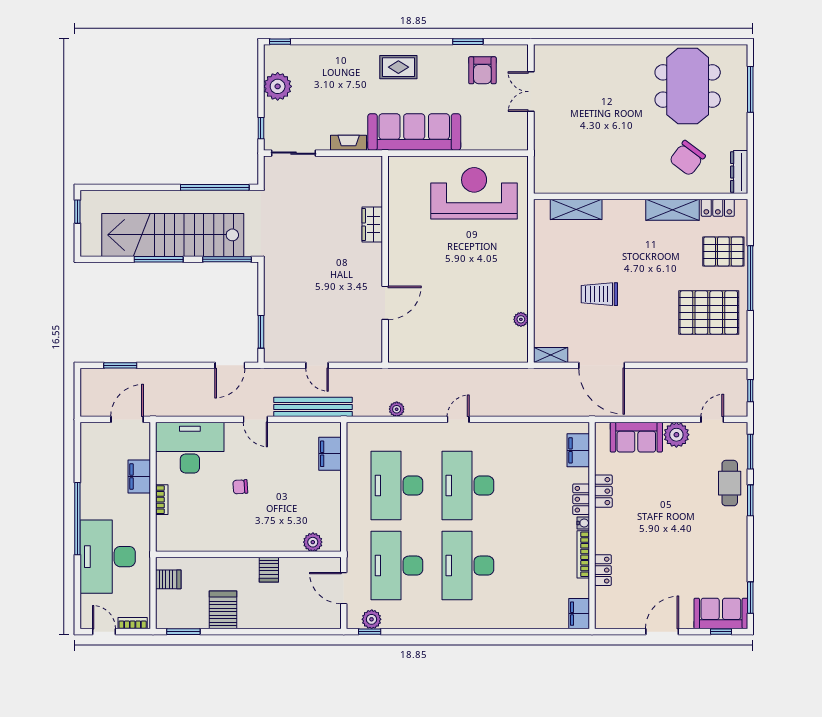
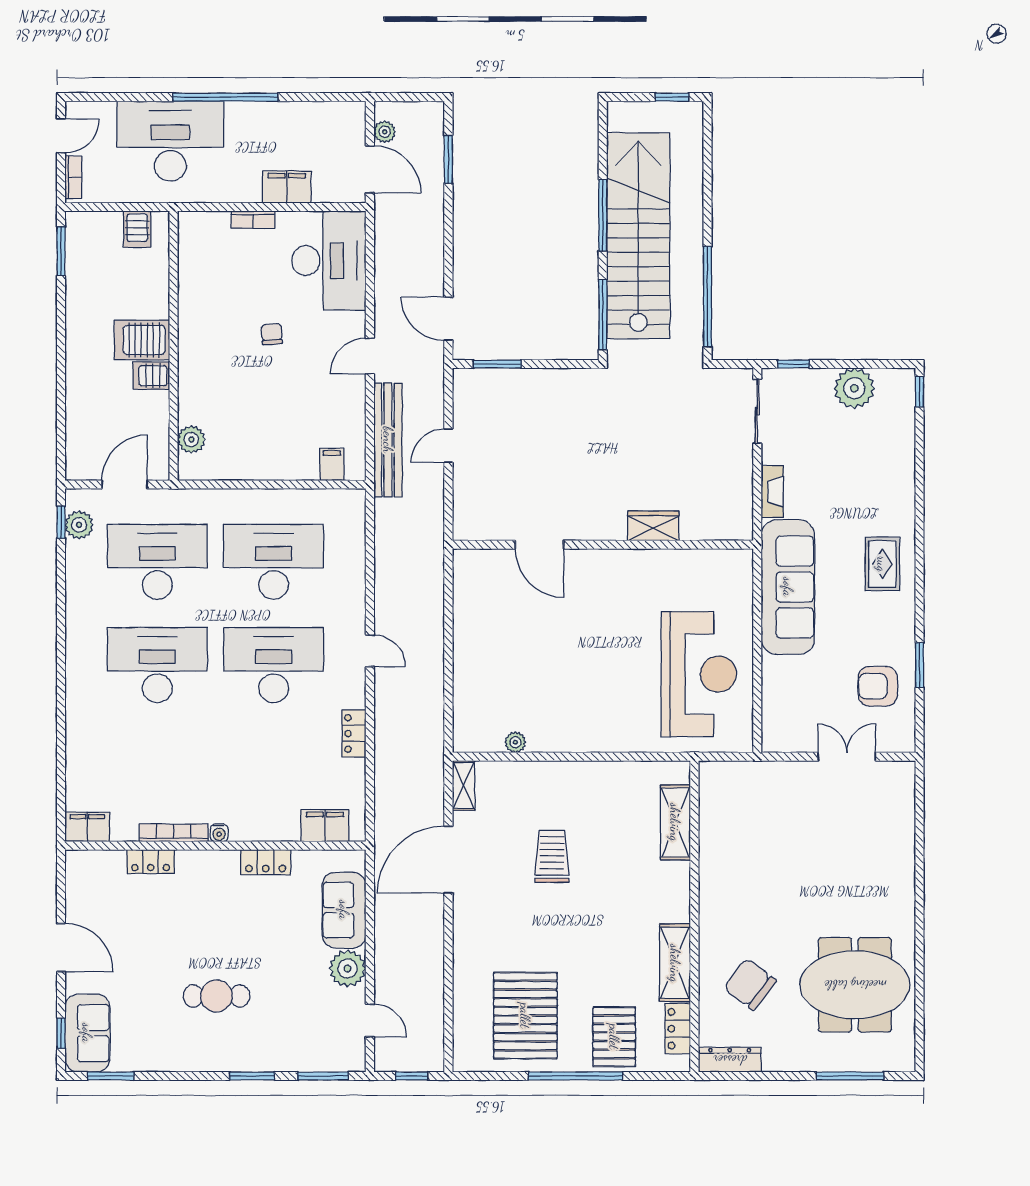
plant: (397, 409) -> (385, 132), moved
filing cabinet: (330, 454) -> (332, 464), width x0.50
cafe table: (730, 483) -> (217, 996), moved
locker: (581, 499) -> (354, 733), moved, turned -90
server rack: (223, 610) -> (142, 340), moved, turned 180

